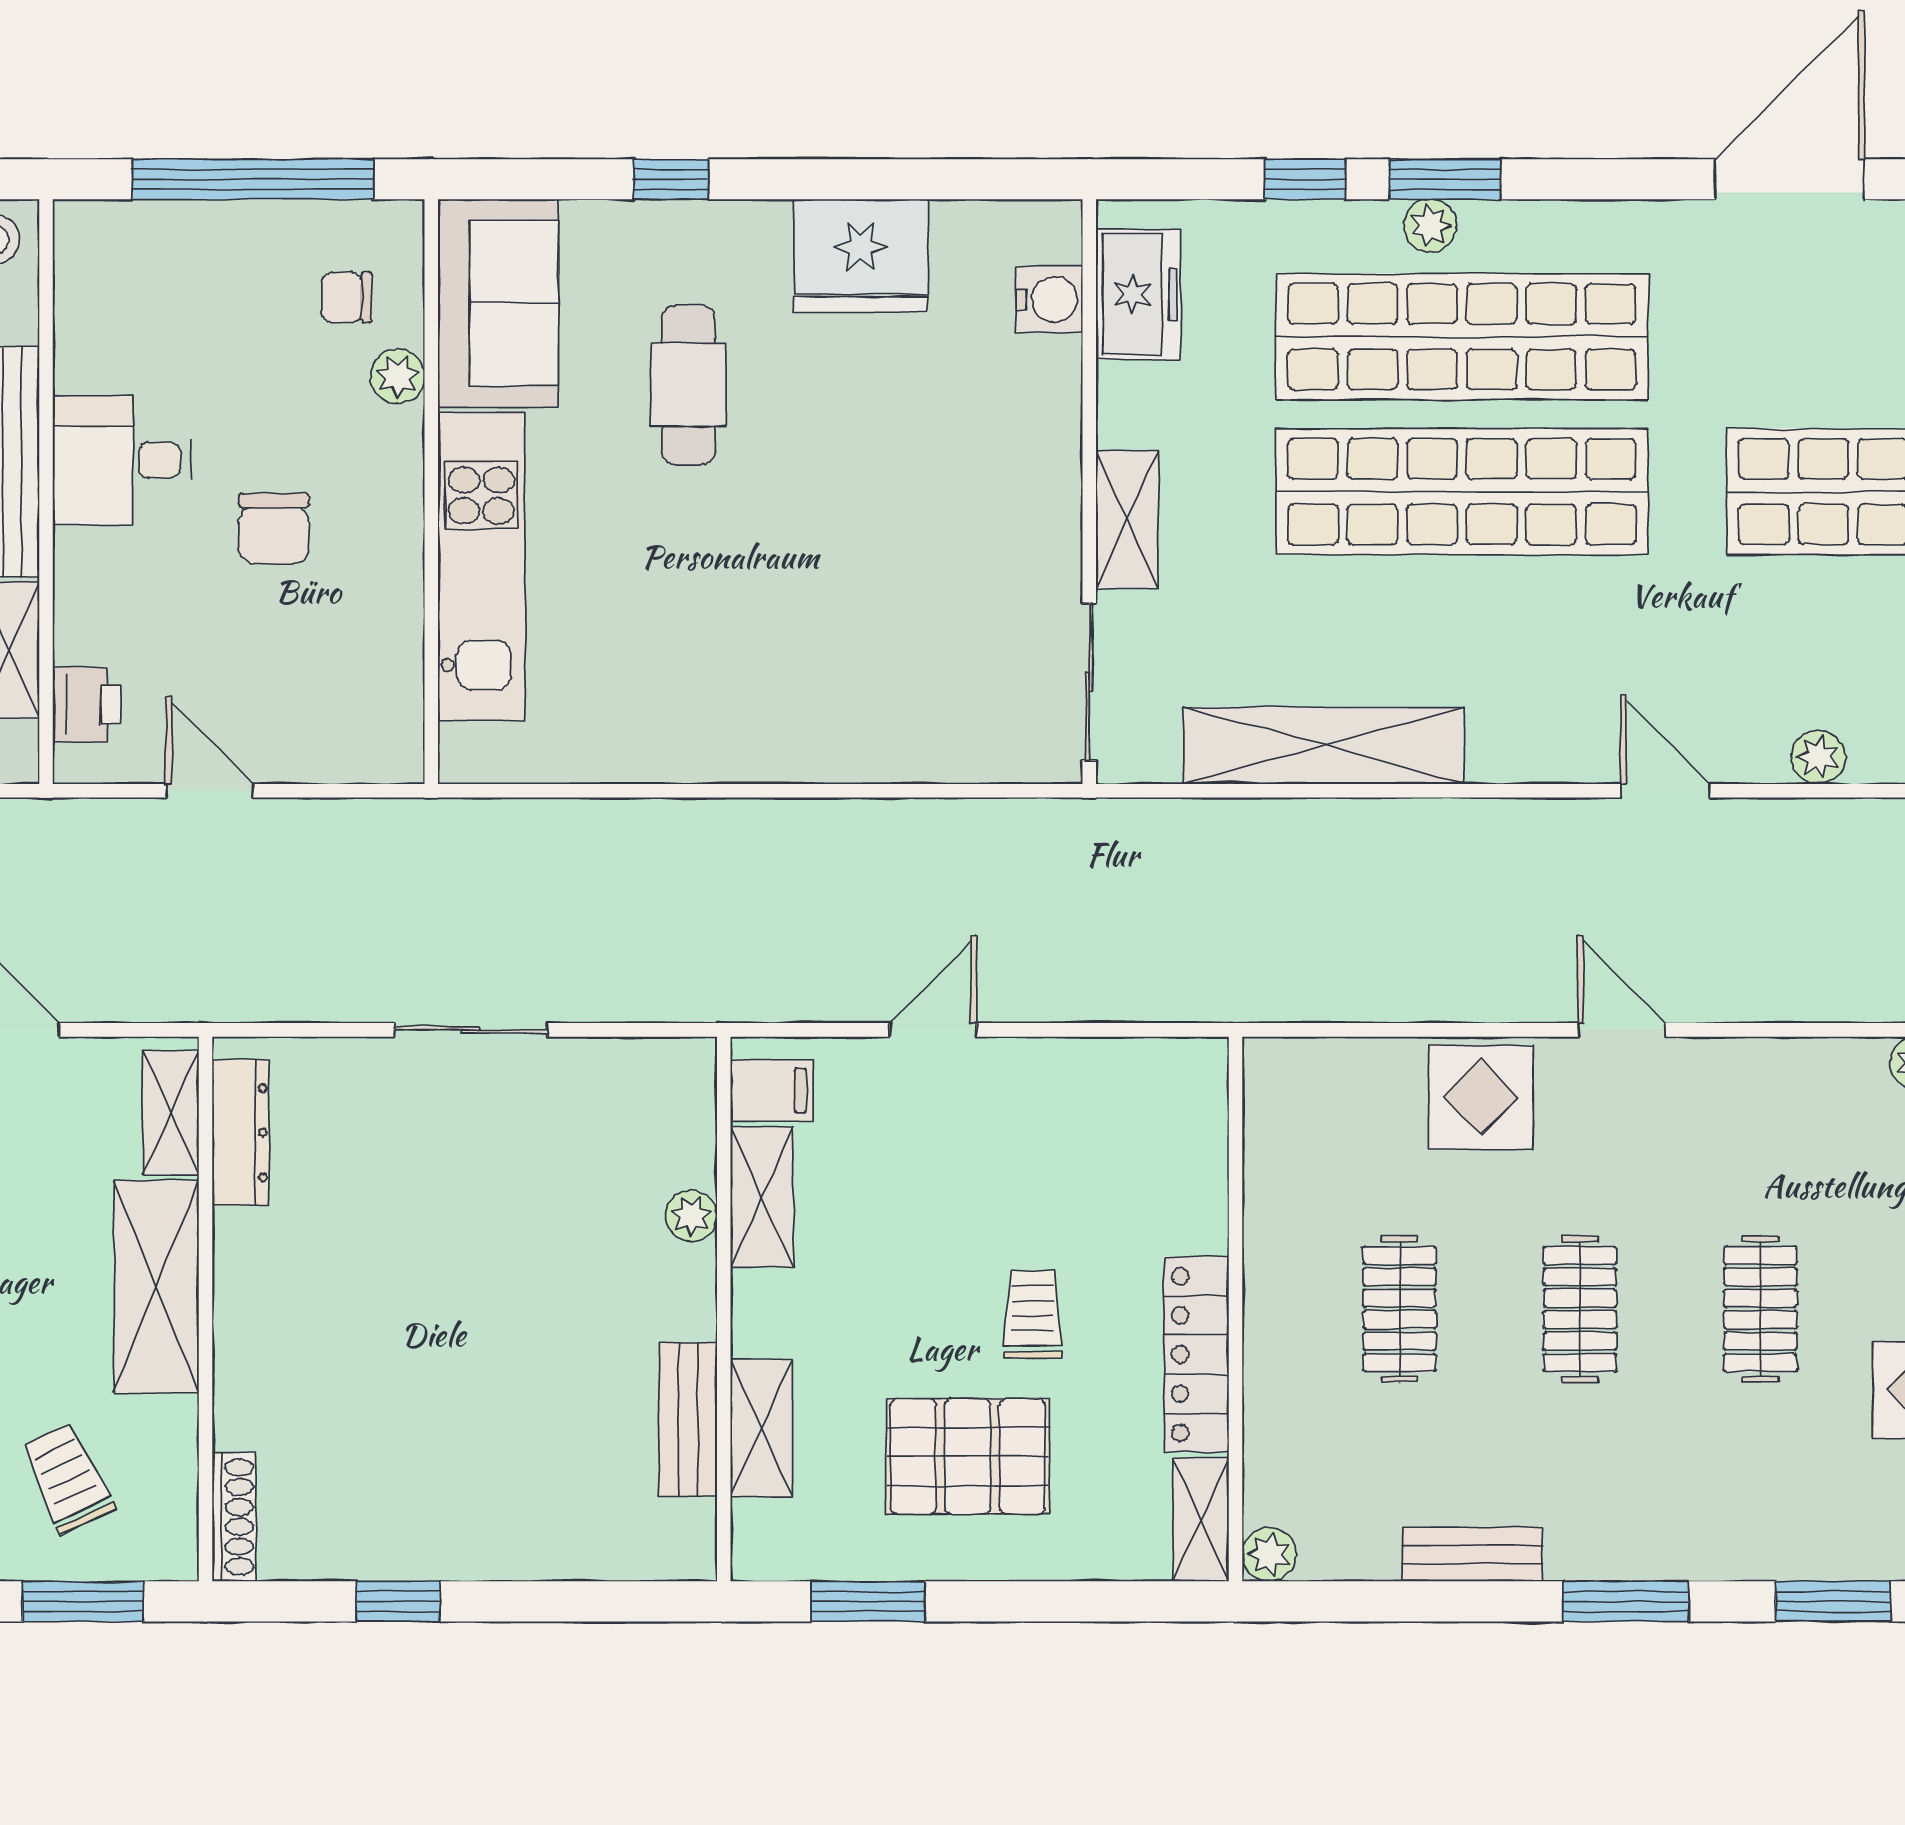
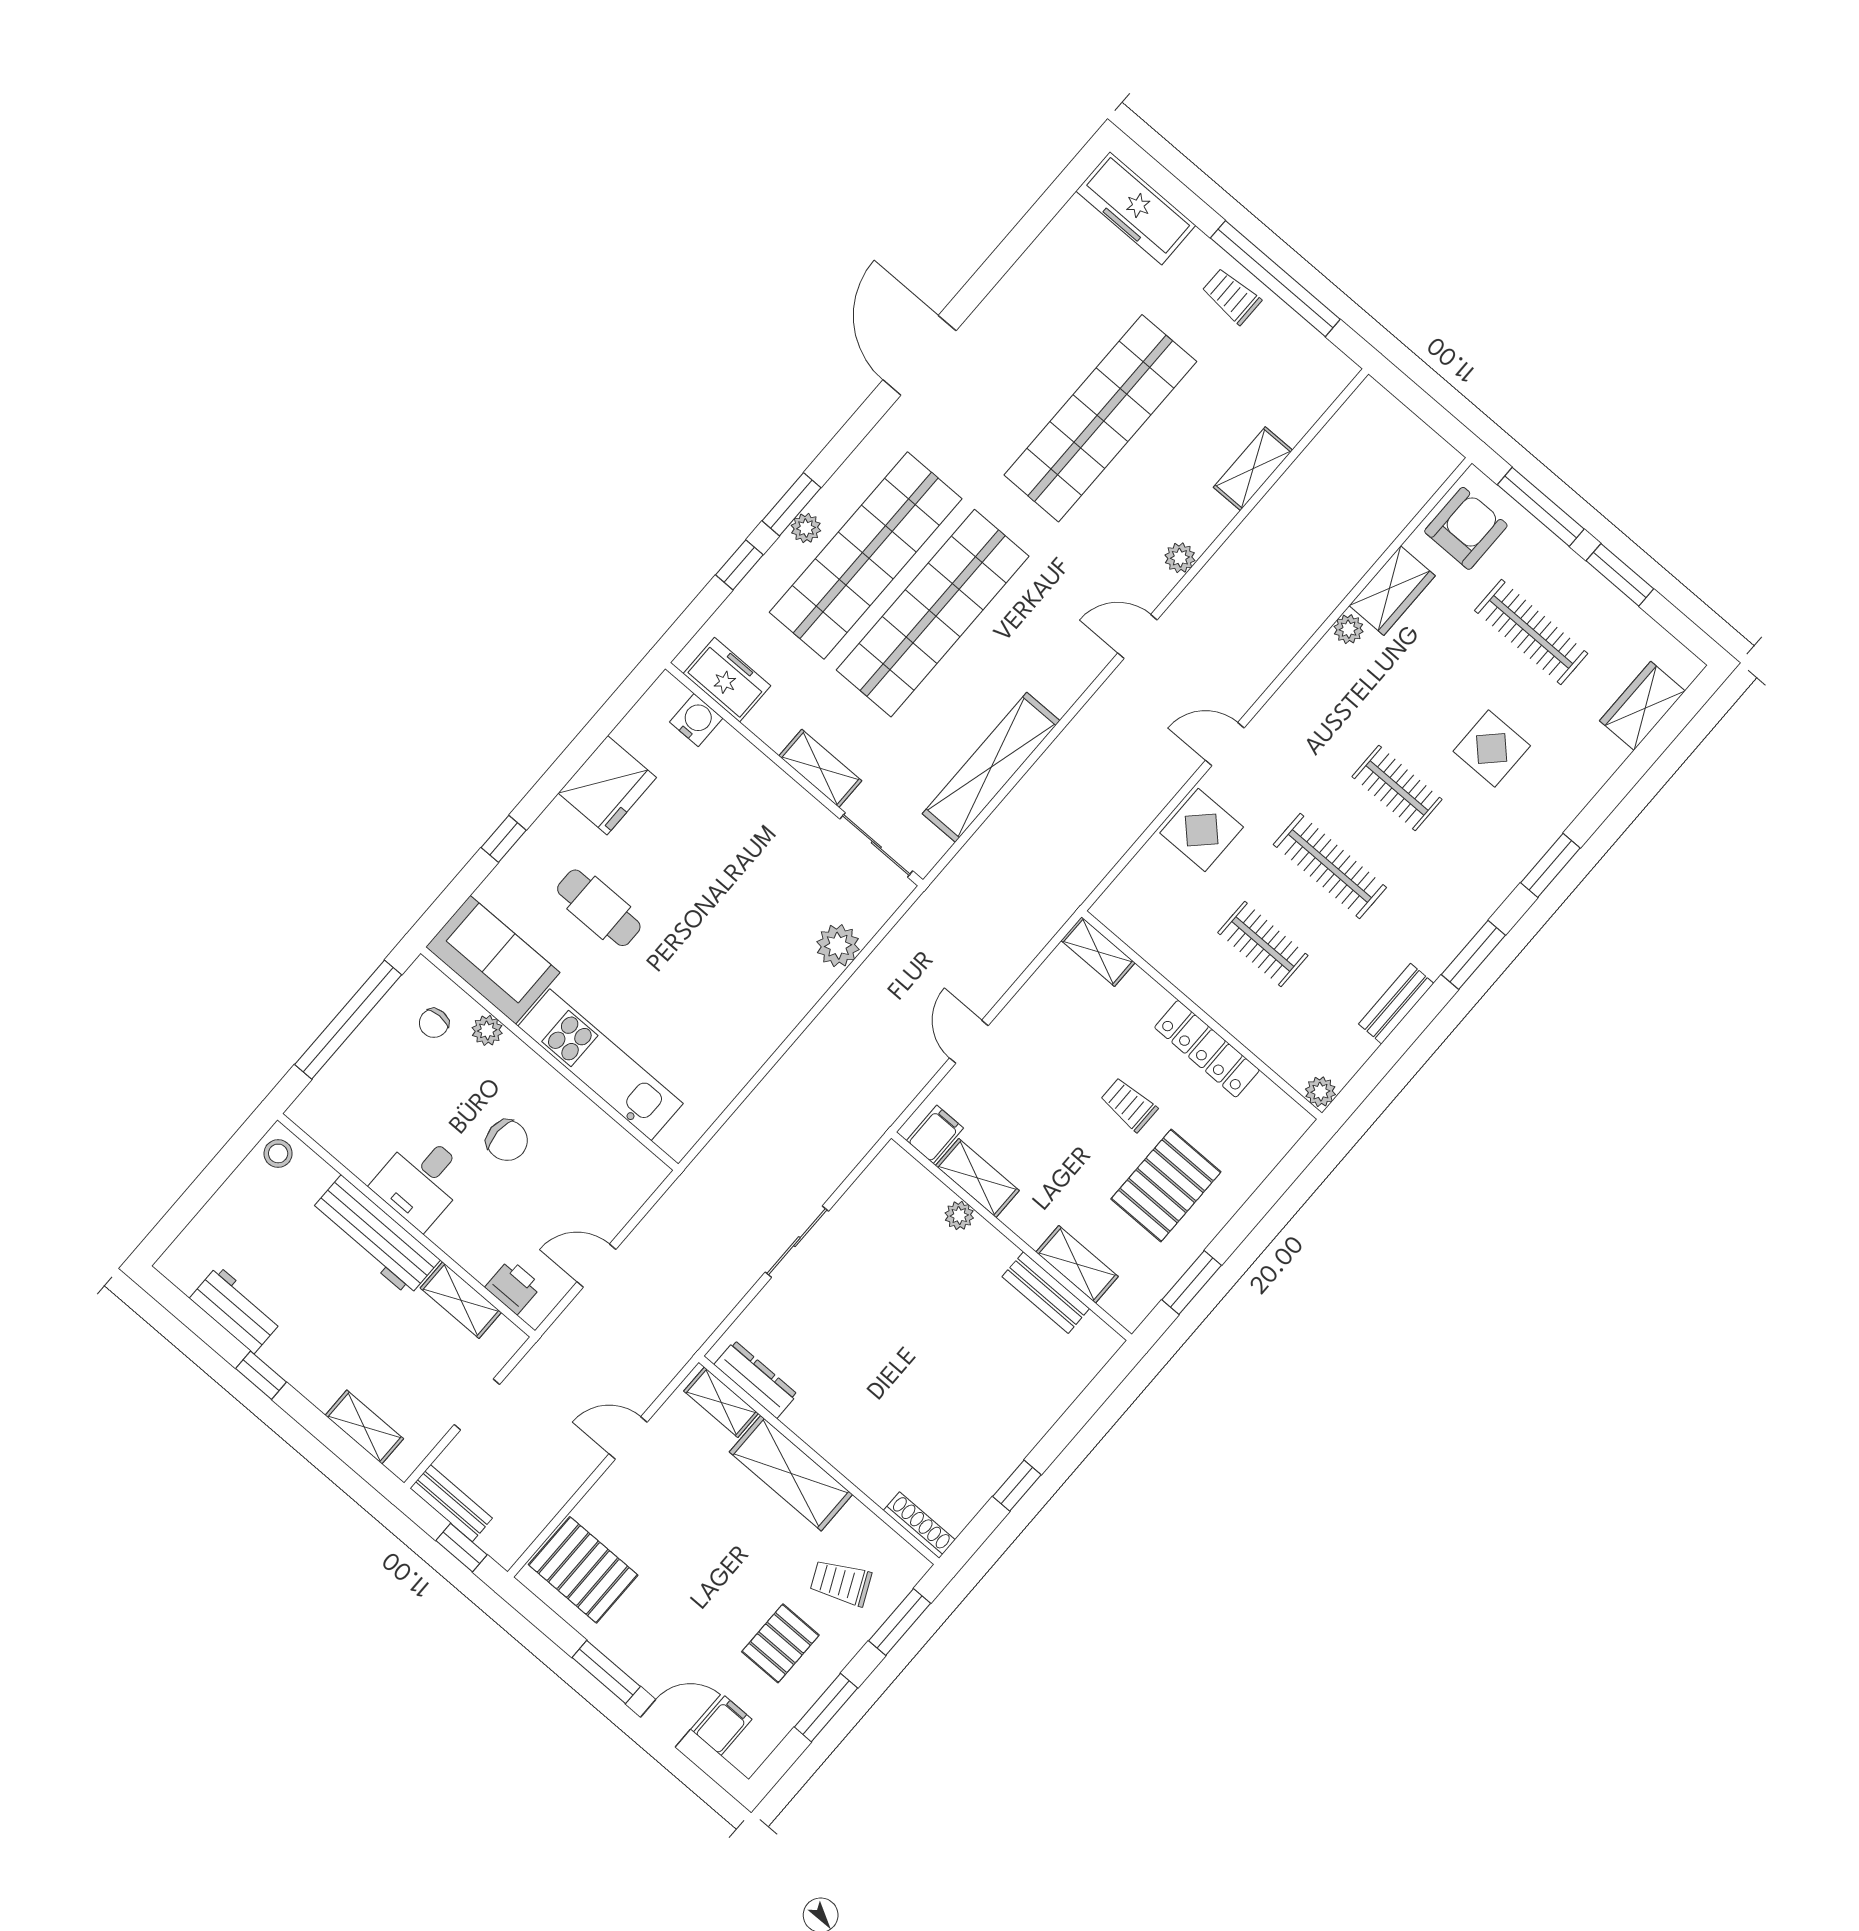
plant: (911, 746) -> (838, 946), added
clothes rail: (1580, 1309) -> (1330, 866), width x1.36
shelving: (1201, 1520) -> (1098, 952), moved

